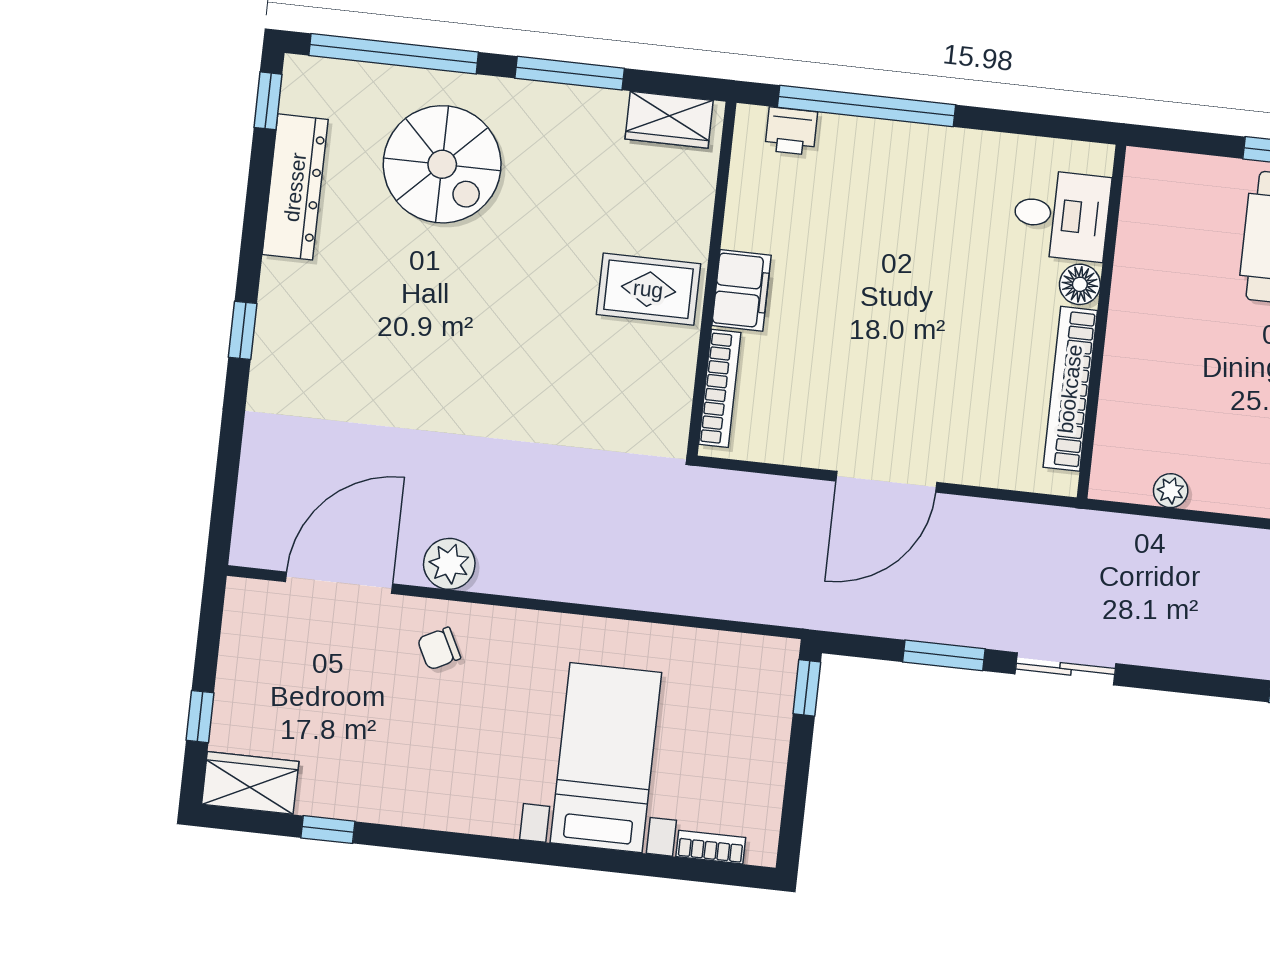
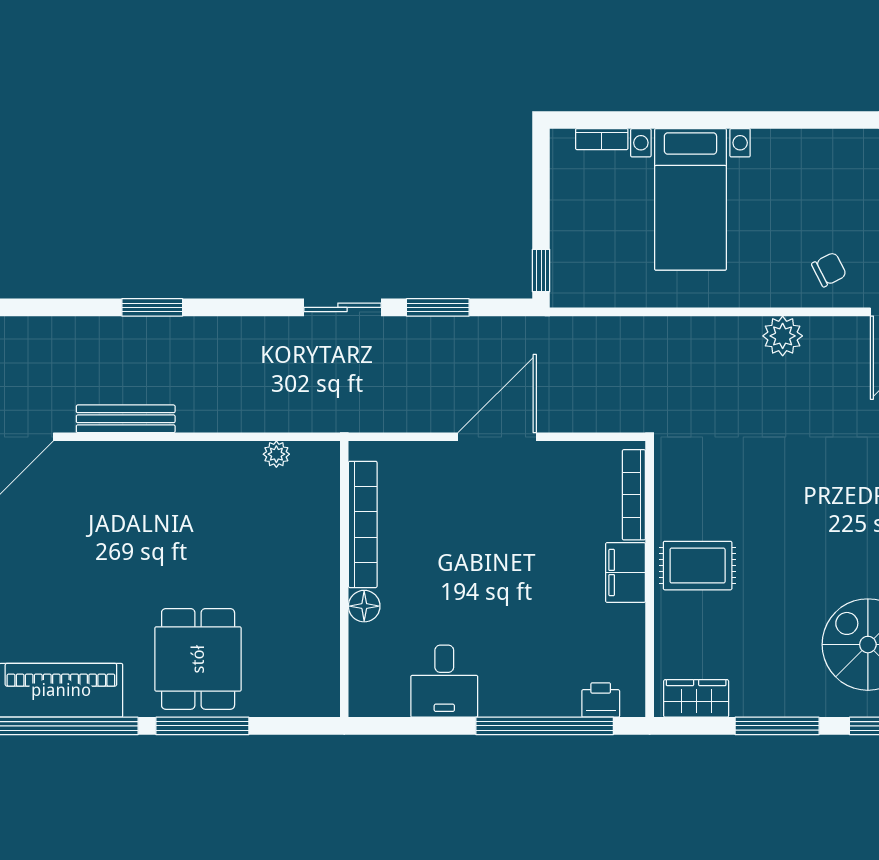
desk: (1061, 215) -> (444, 681), moved, turned -90
plant: (449, 564) -> (783, 336), moved

